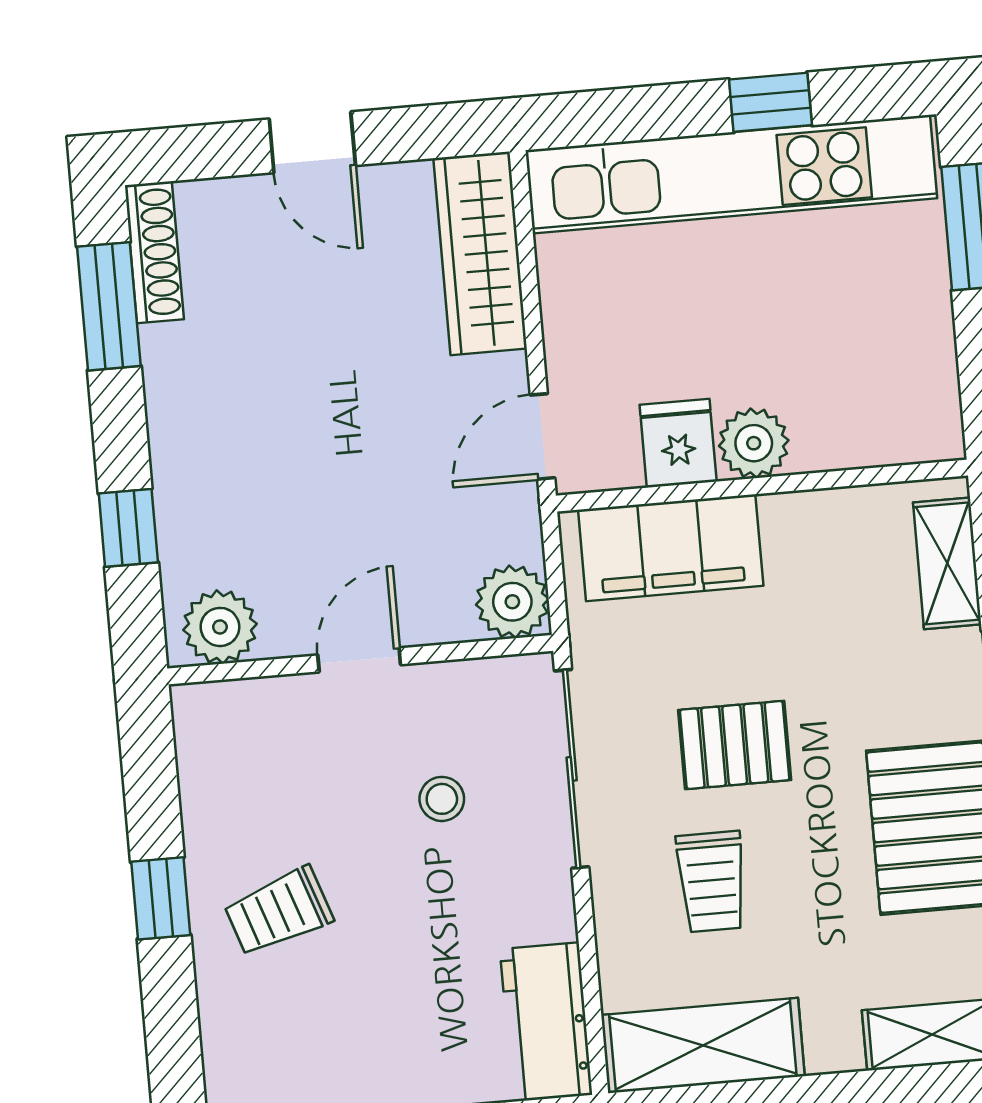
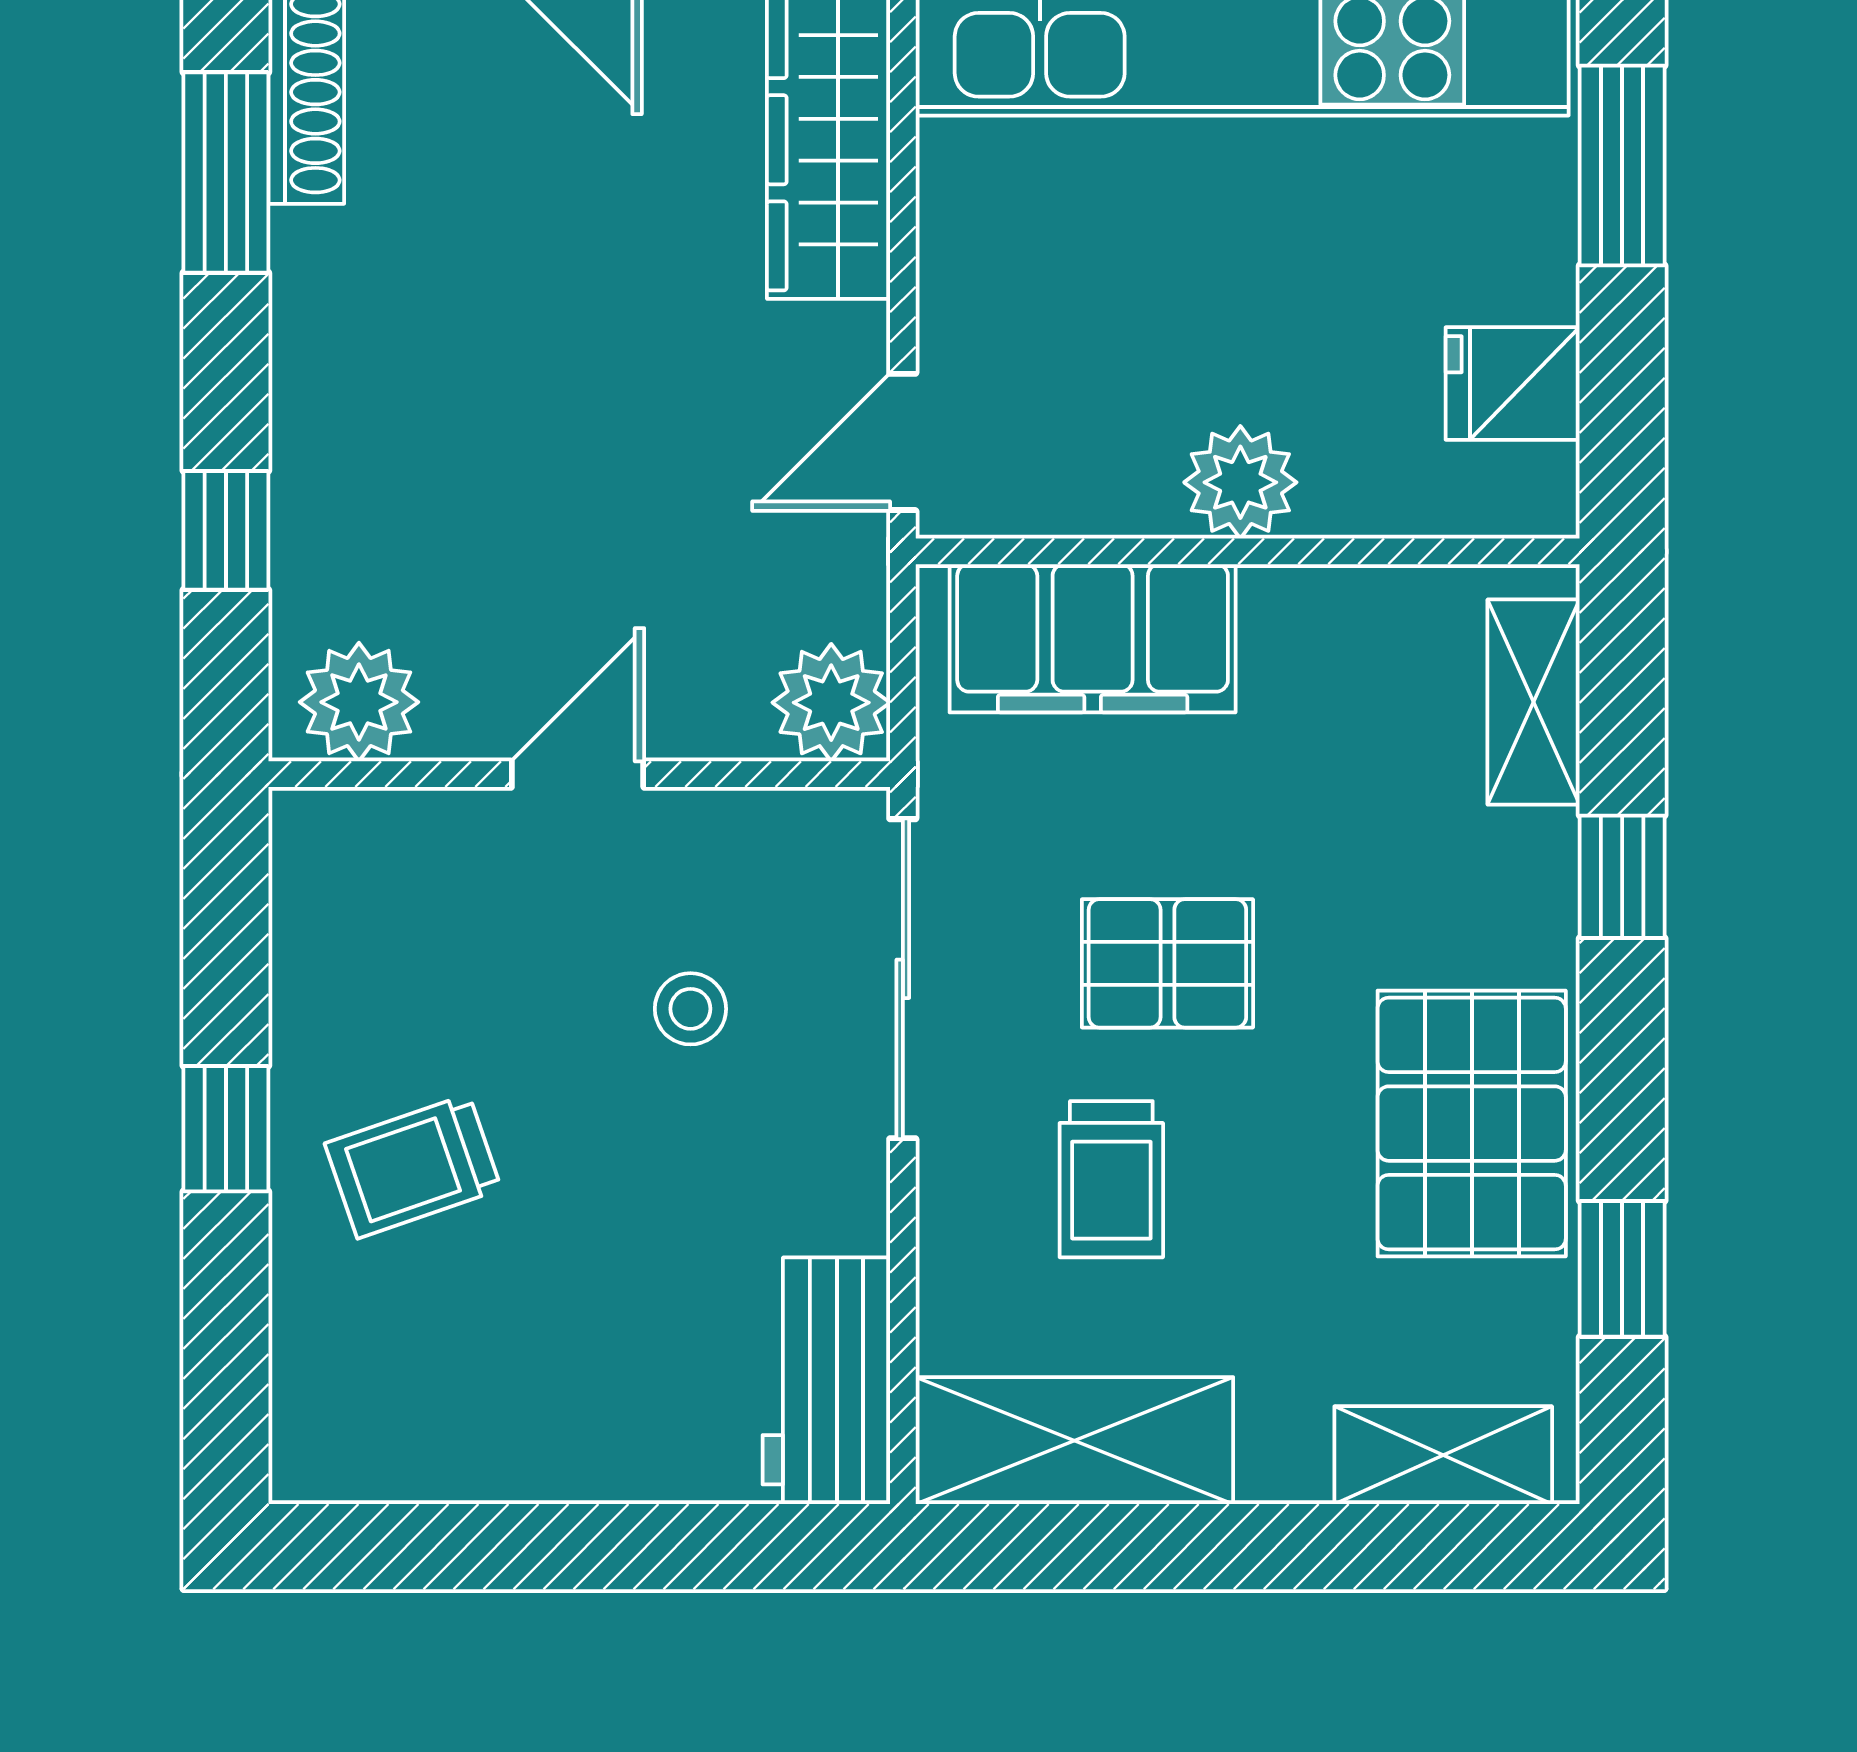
fridge: (678, 443) -> (1513, 384), moved, turned -90

